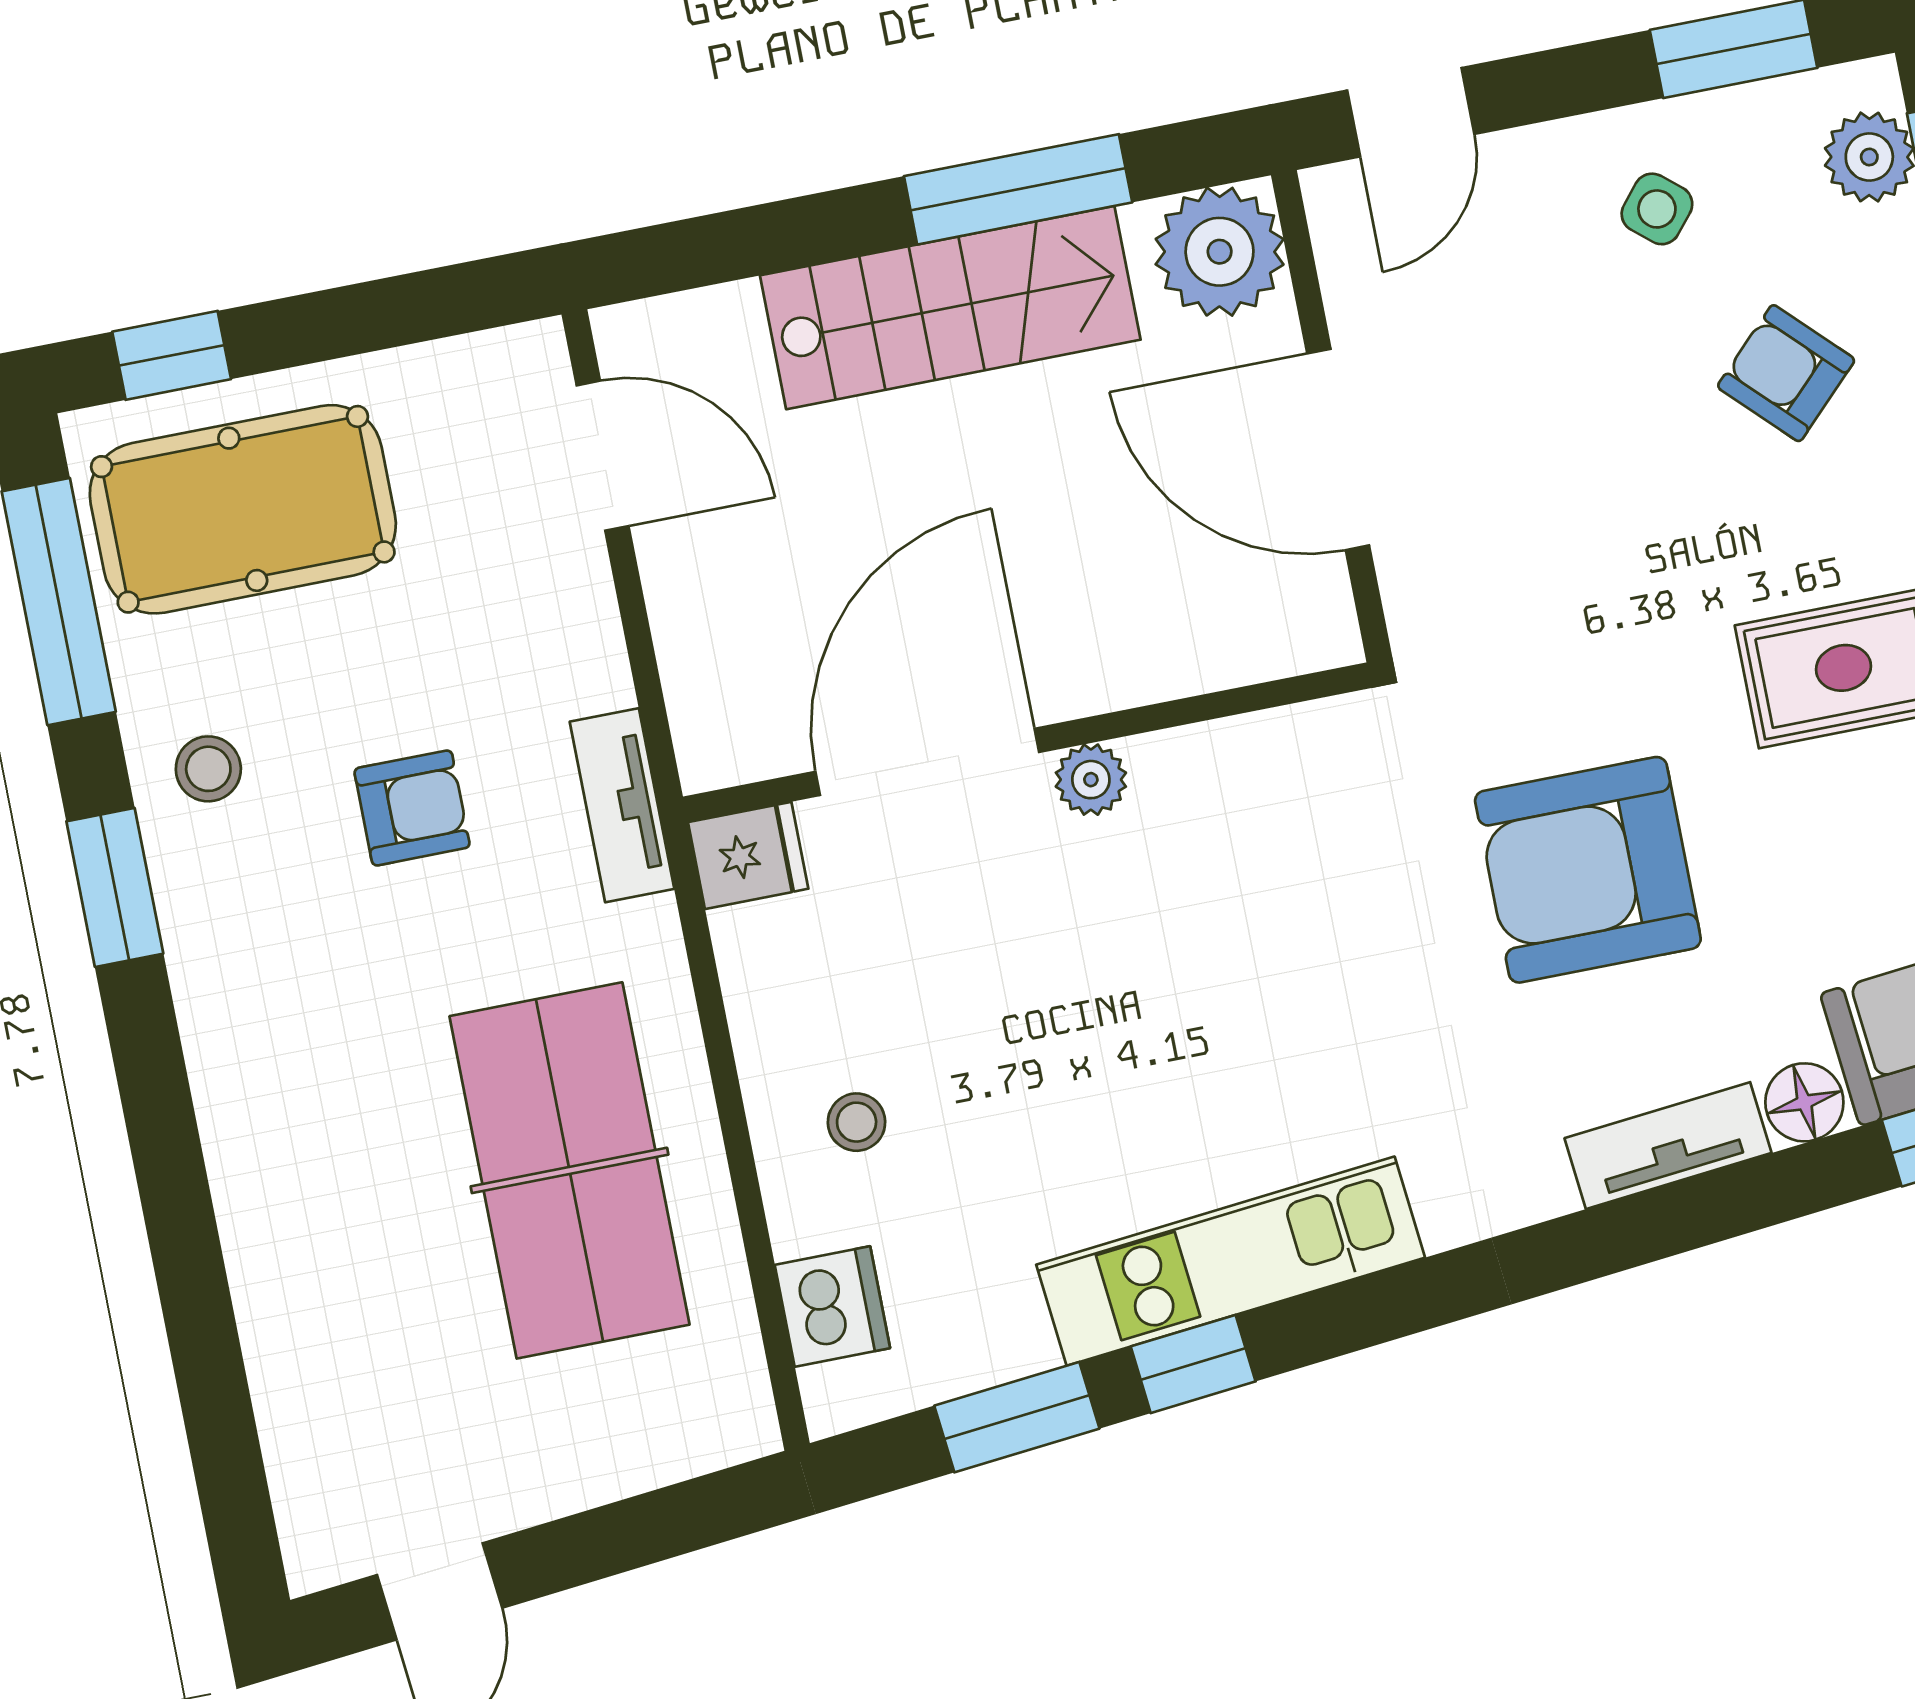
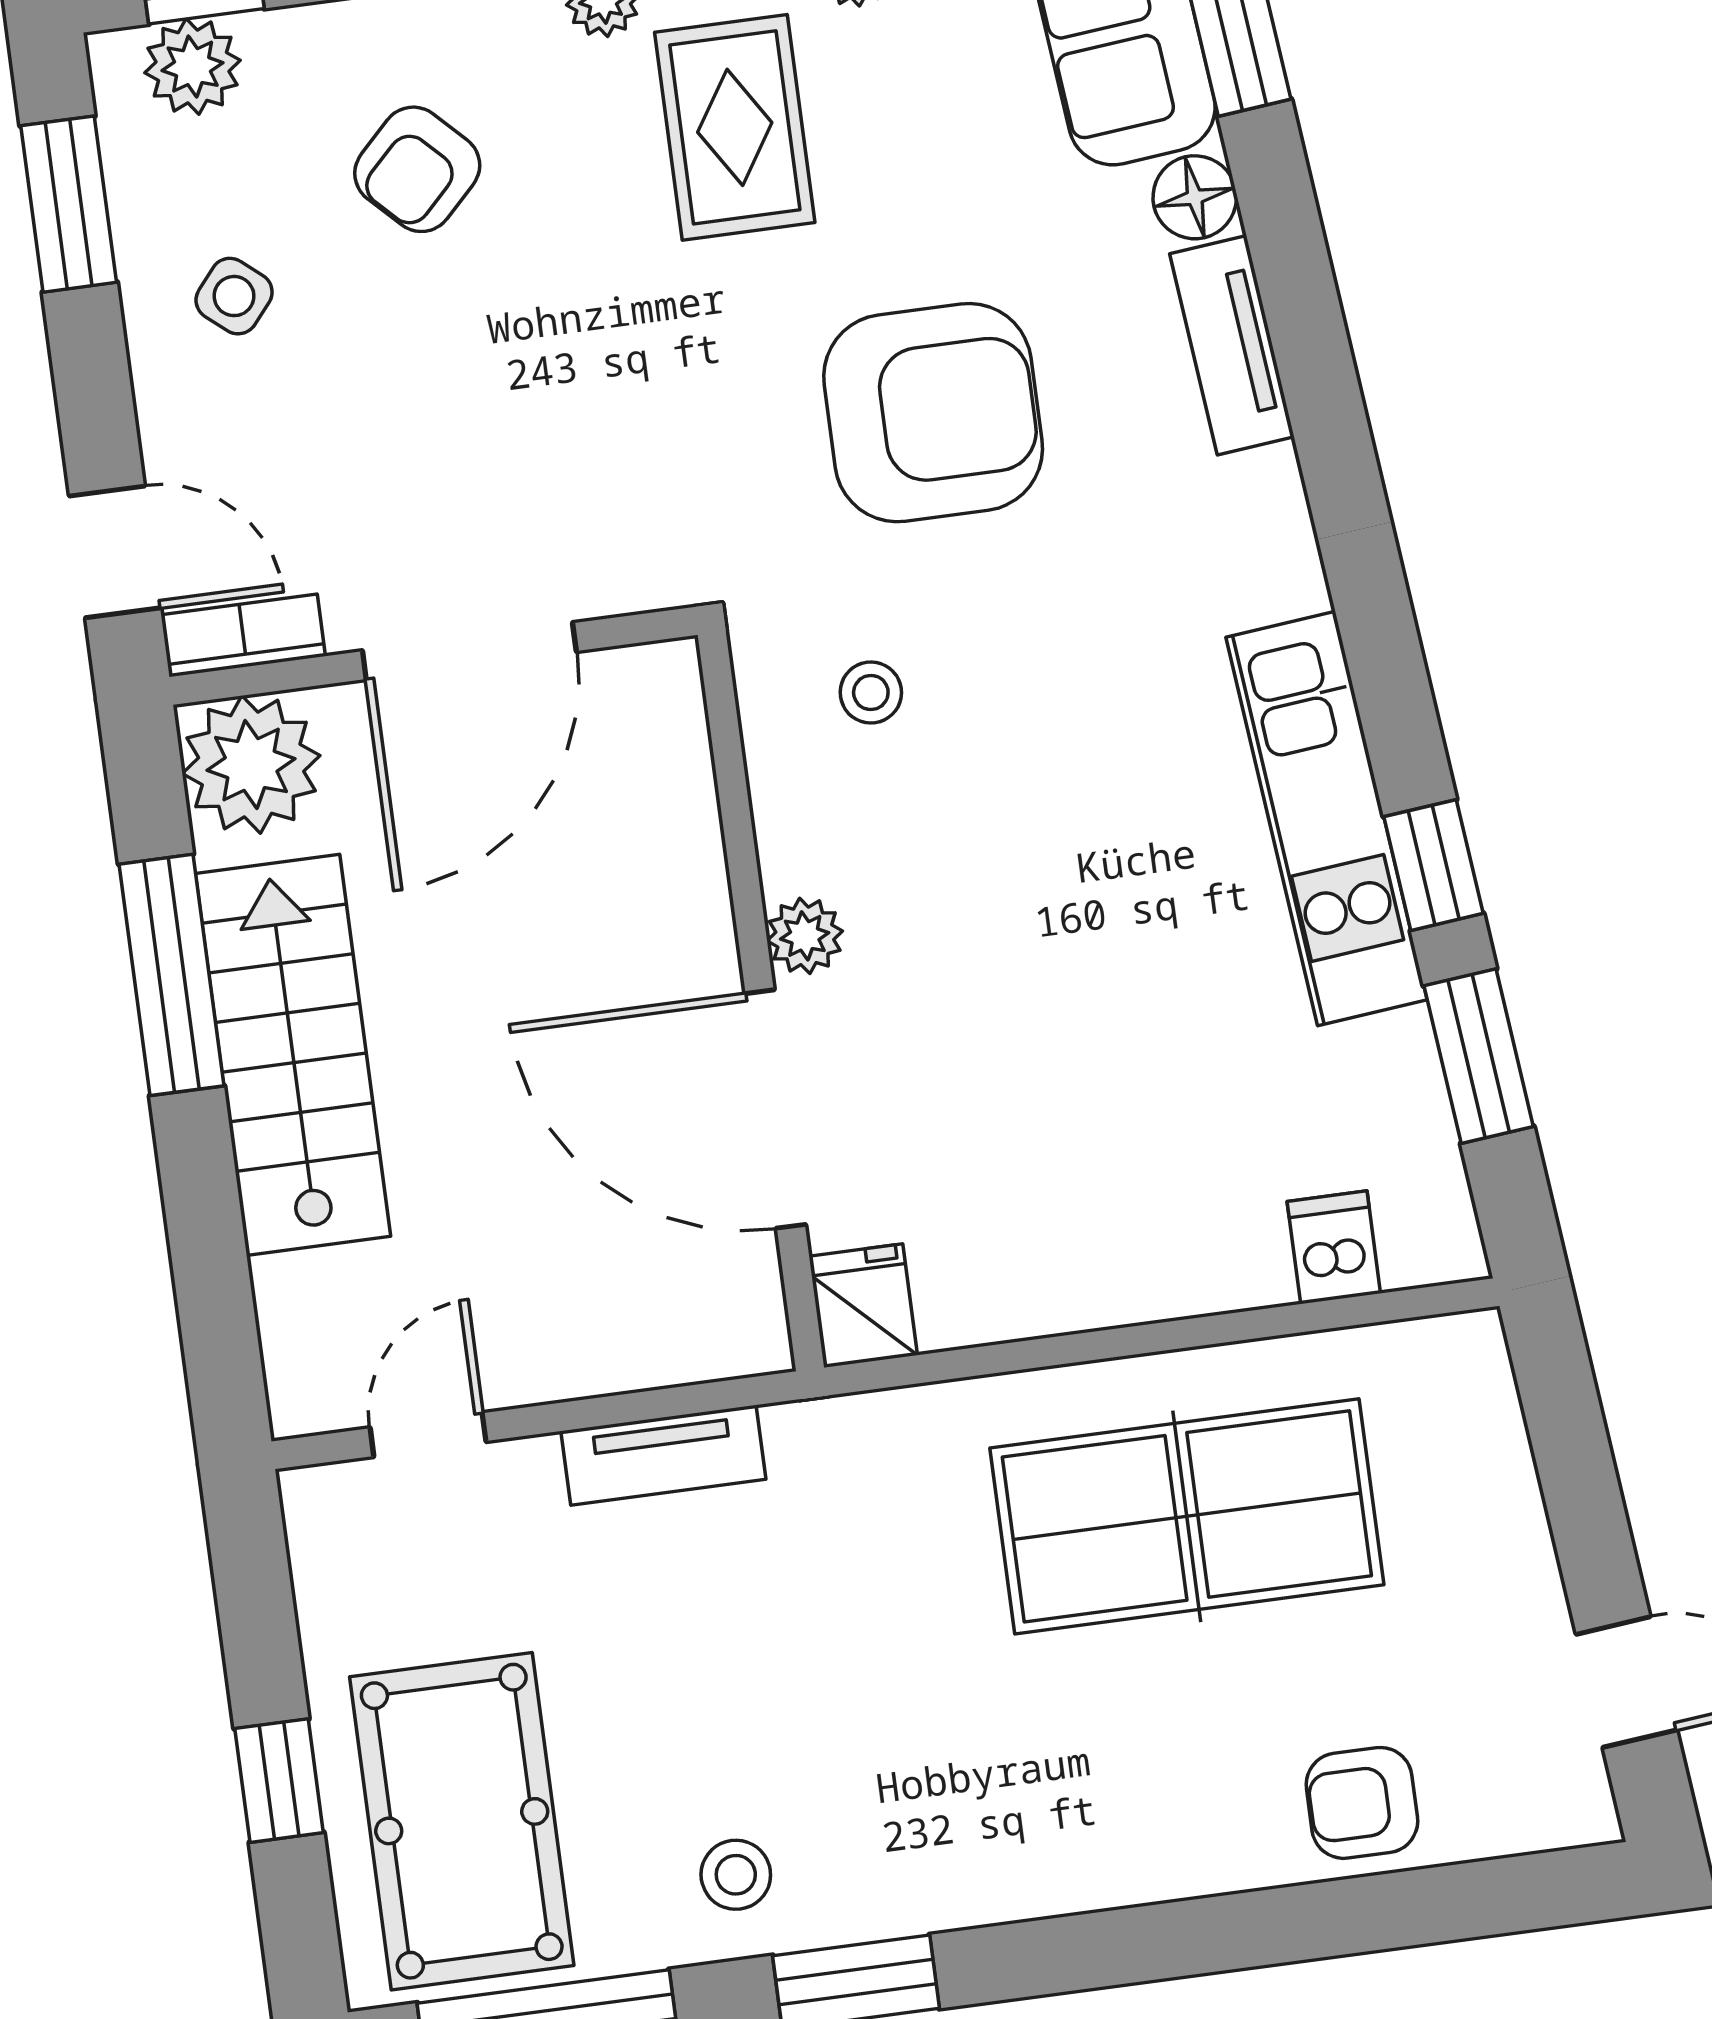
bookcase: (1340, 237) -> (243, 635), added
window: (172, 355) -> (279, 1781), moved
door: (603, 456) -> (428, 1435), width x0.73
tv unit: (622, 805) -> (663, 1455), moved
armchair: (412, 808) -> (1362, 1803), moved, turned -90
armchair: (1588, 870) -> (933, 413), turned -90
stool: (857, 1122) -> (871, 692), moved
dishwasher: (832, 1306) -> (1334, 1247), width x0.73

